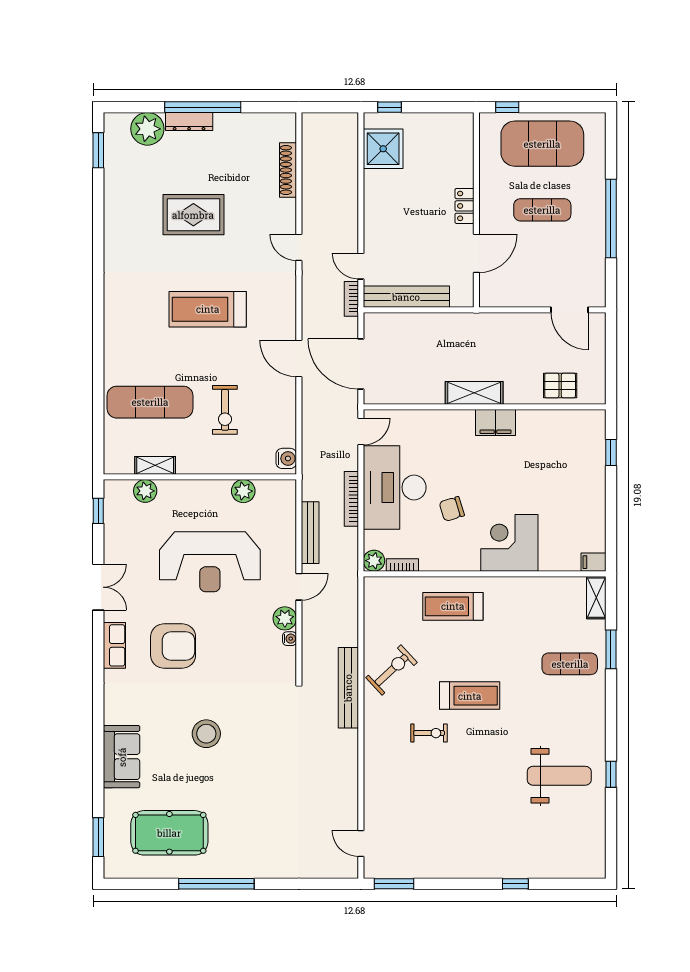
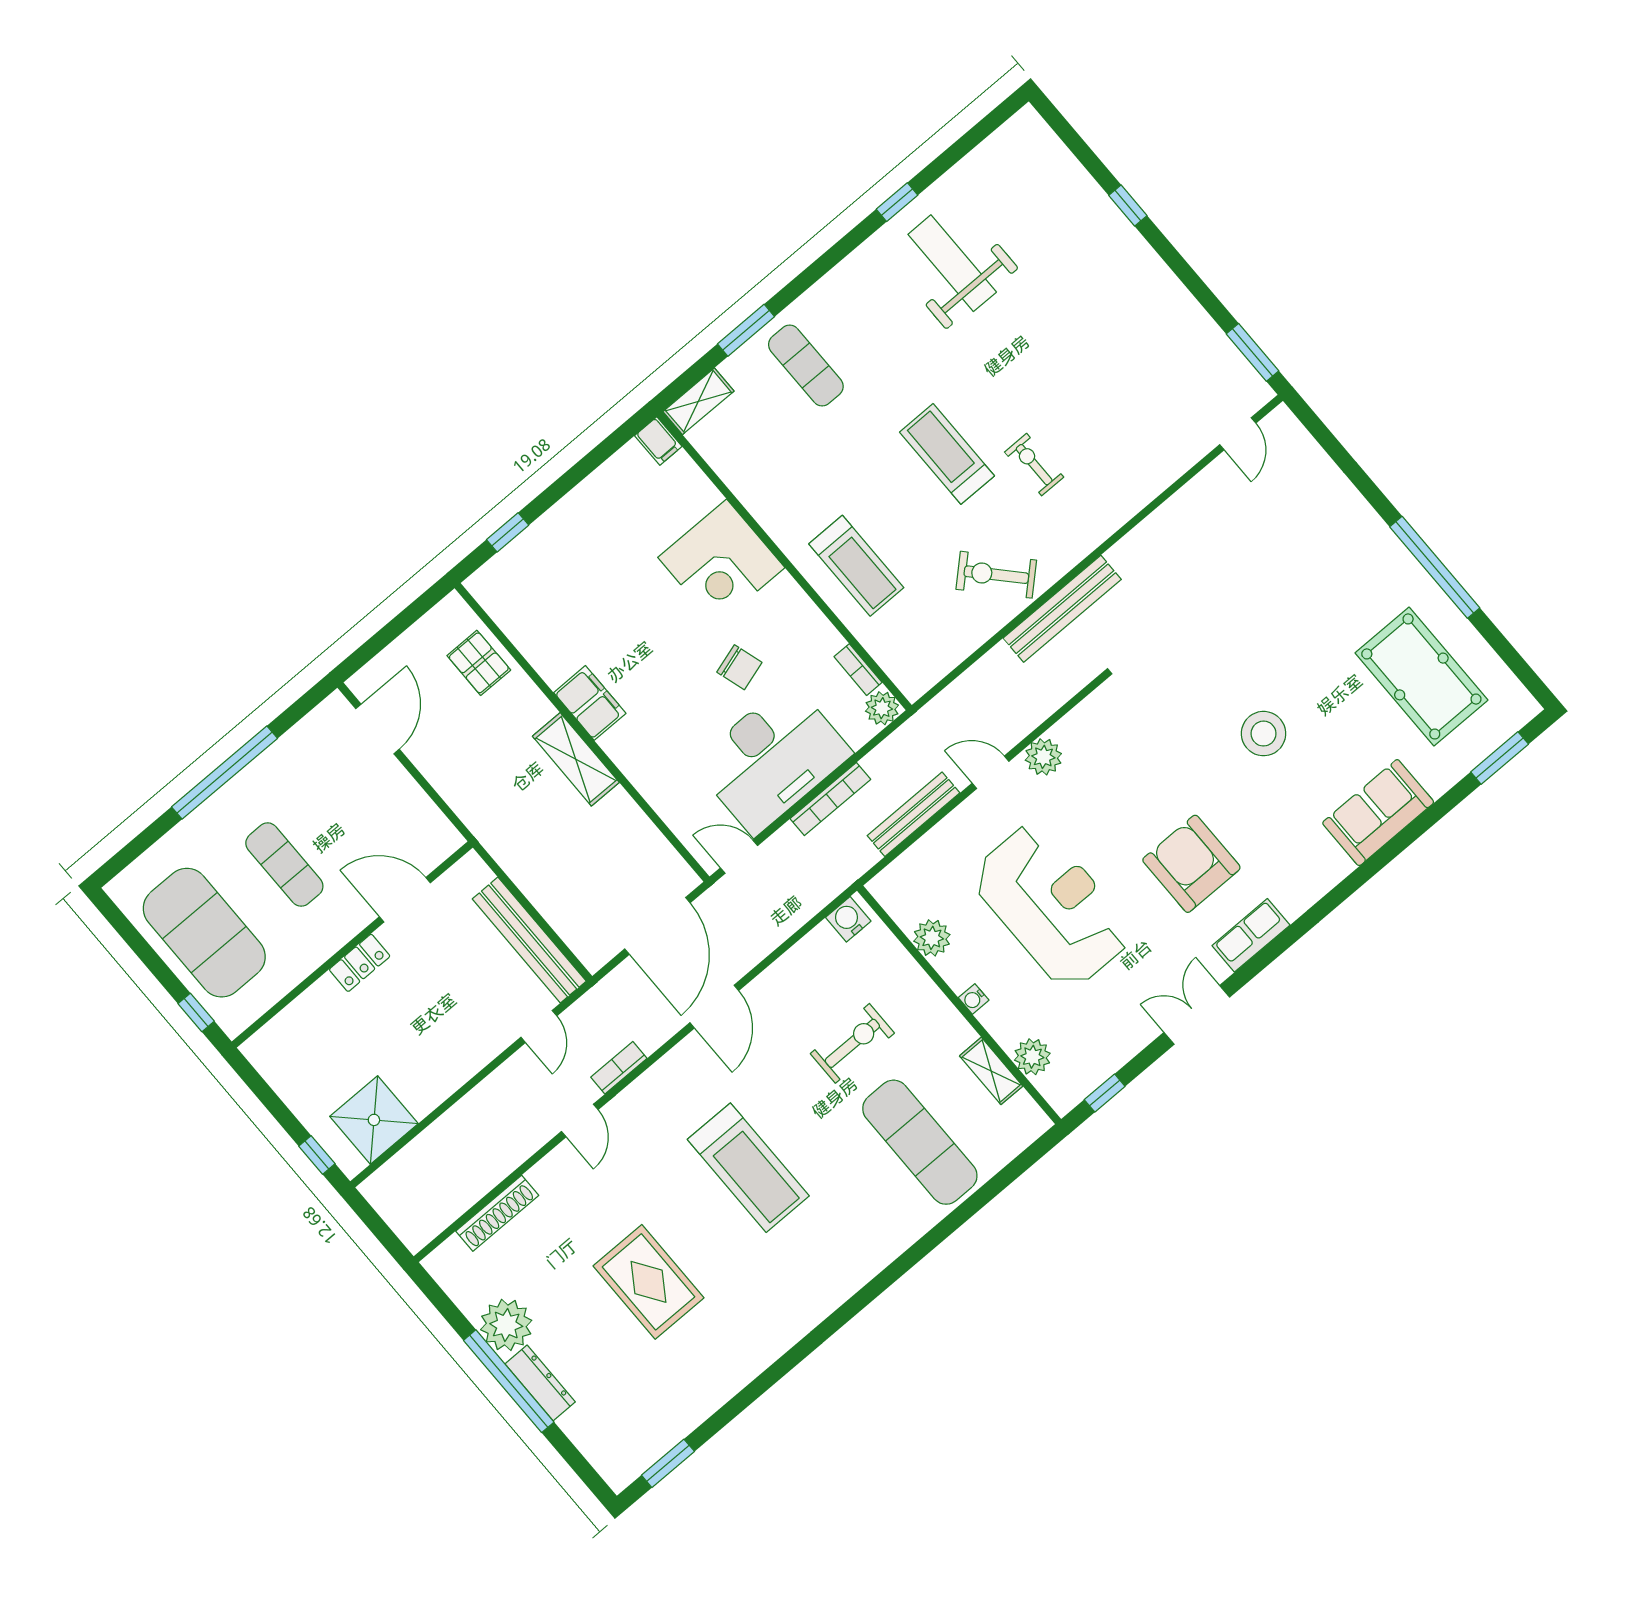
plant: (147, 129) -> (506, 1325), moved
bookcase: (351, 299) -> (619, 1068), moved, turned 180
water cooler: (290, 639) -> (974, 999), moved, turned -90

